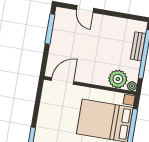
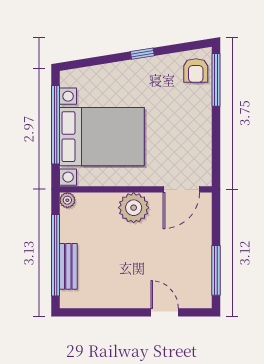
plant: (118, 79) -> (134, 208), moved

